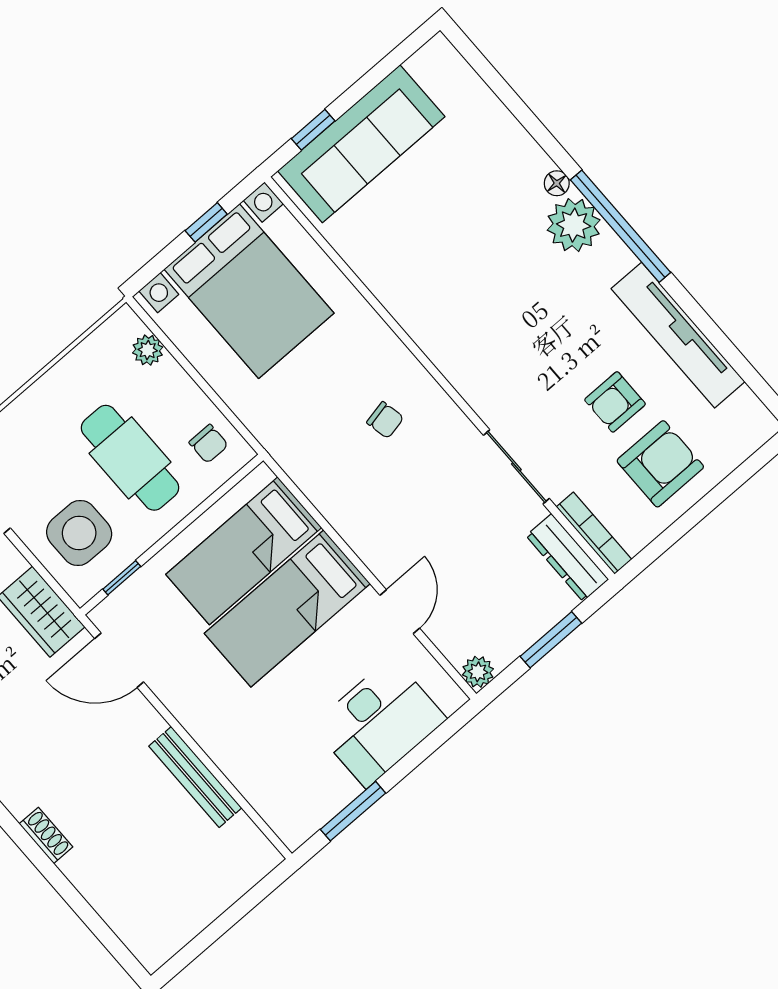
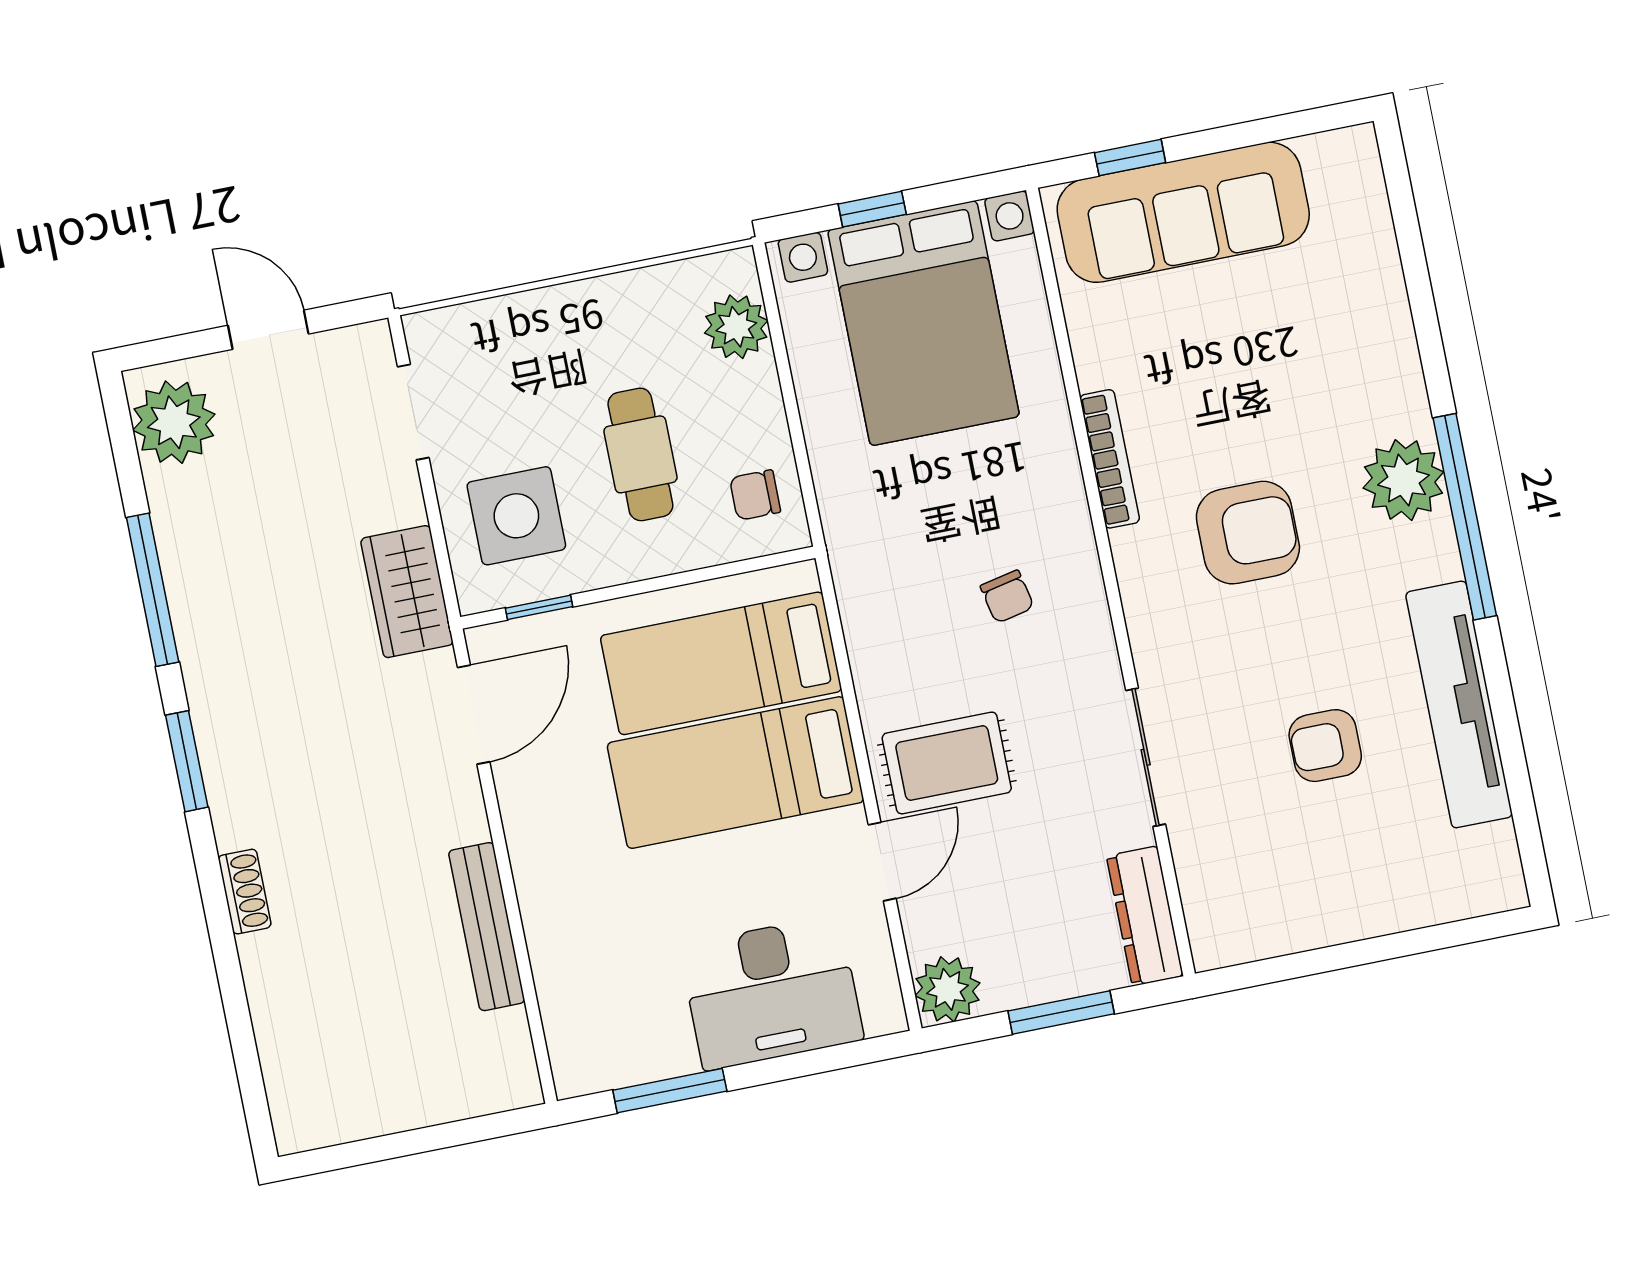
floor lamp: (557, 183) -> (1413, 412), removed
window: (206, 222) -> (872, 209), moved
plant: (148, 350) -> (736, 327), width x1.38, depth x1.38
chair: (209, 444) -> (755, 495), turned 90
cafe table: (130, 458) -> (640, 454), width x0.73, depth x0.74
armchair: (660, 464) -> (1248, 533), moved
bookcase: (594, 533) -> (1110, 459), moved
rug: (405, 535) -> (947, 763), added
door: (119, 660) -> (474, 715), swing flipped
plant: (478, 672) -> (947, 989), width x1.38, depth x1.38

